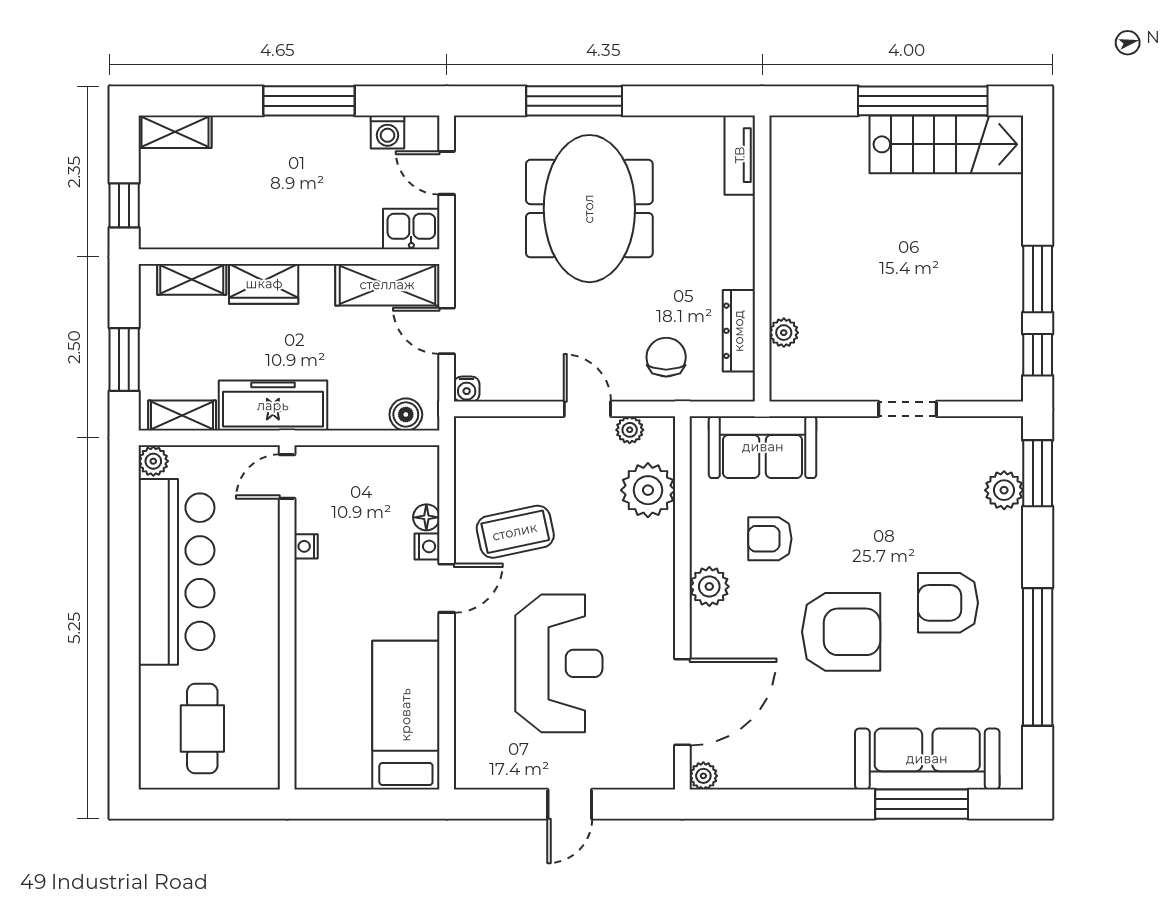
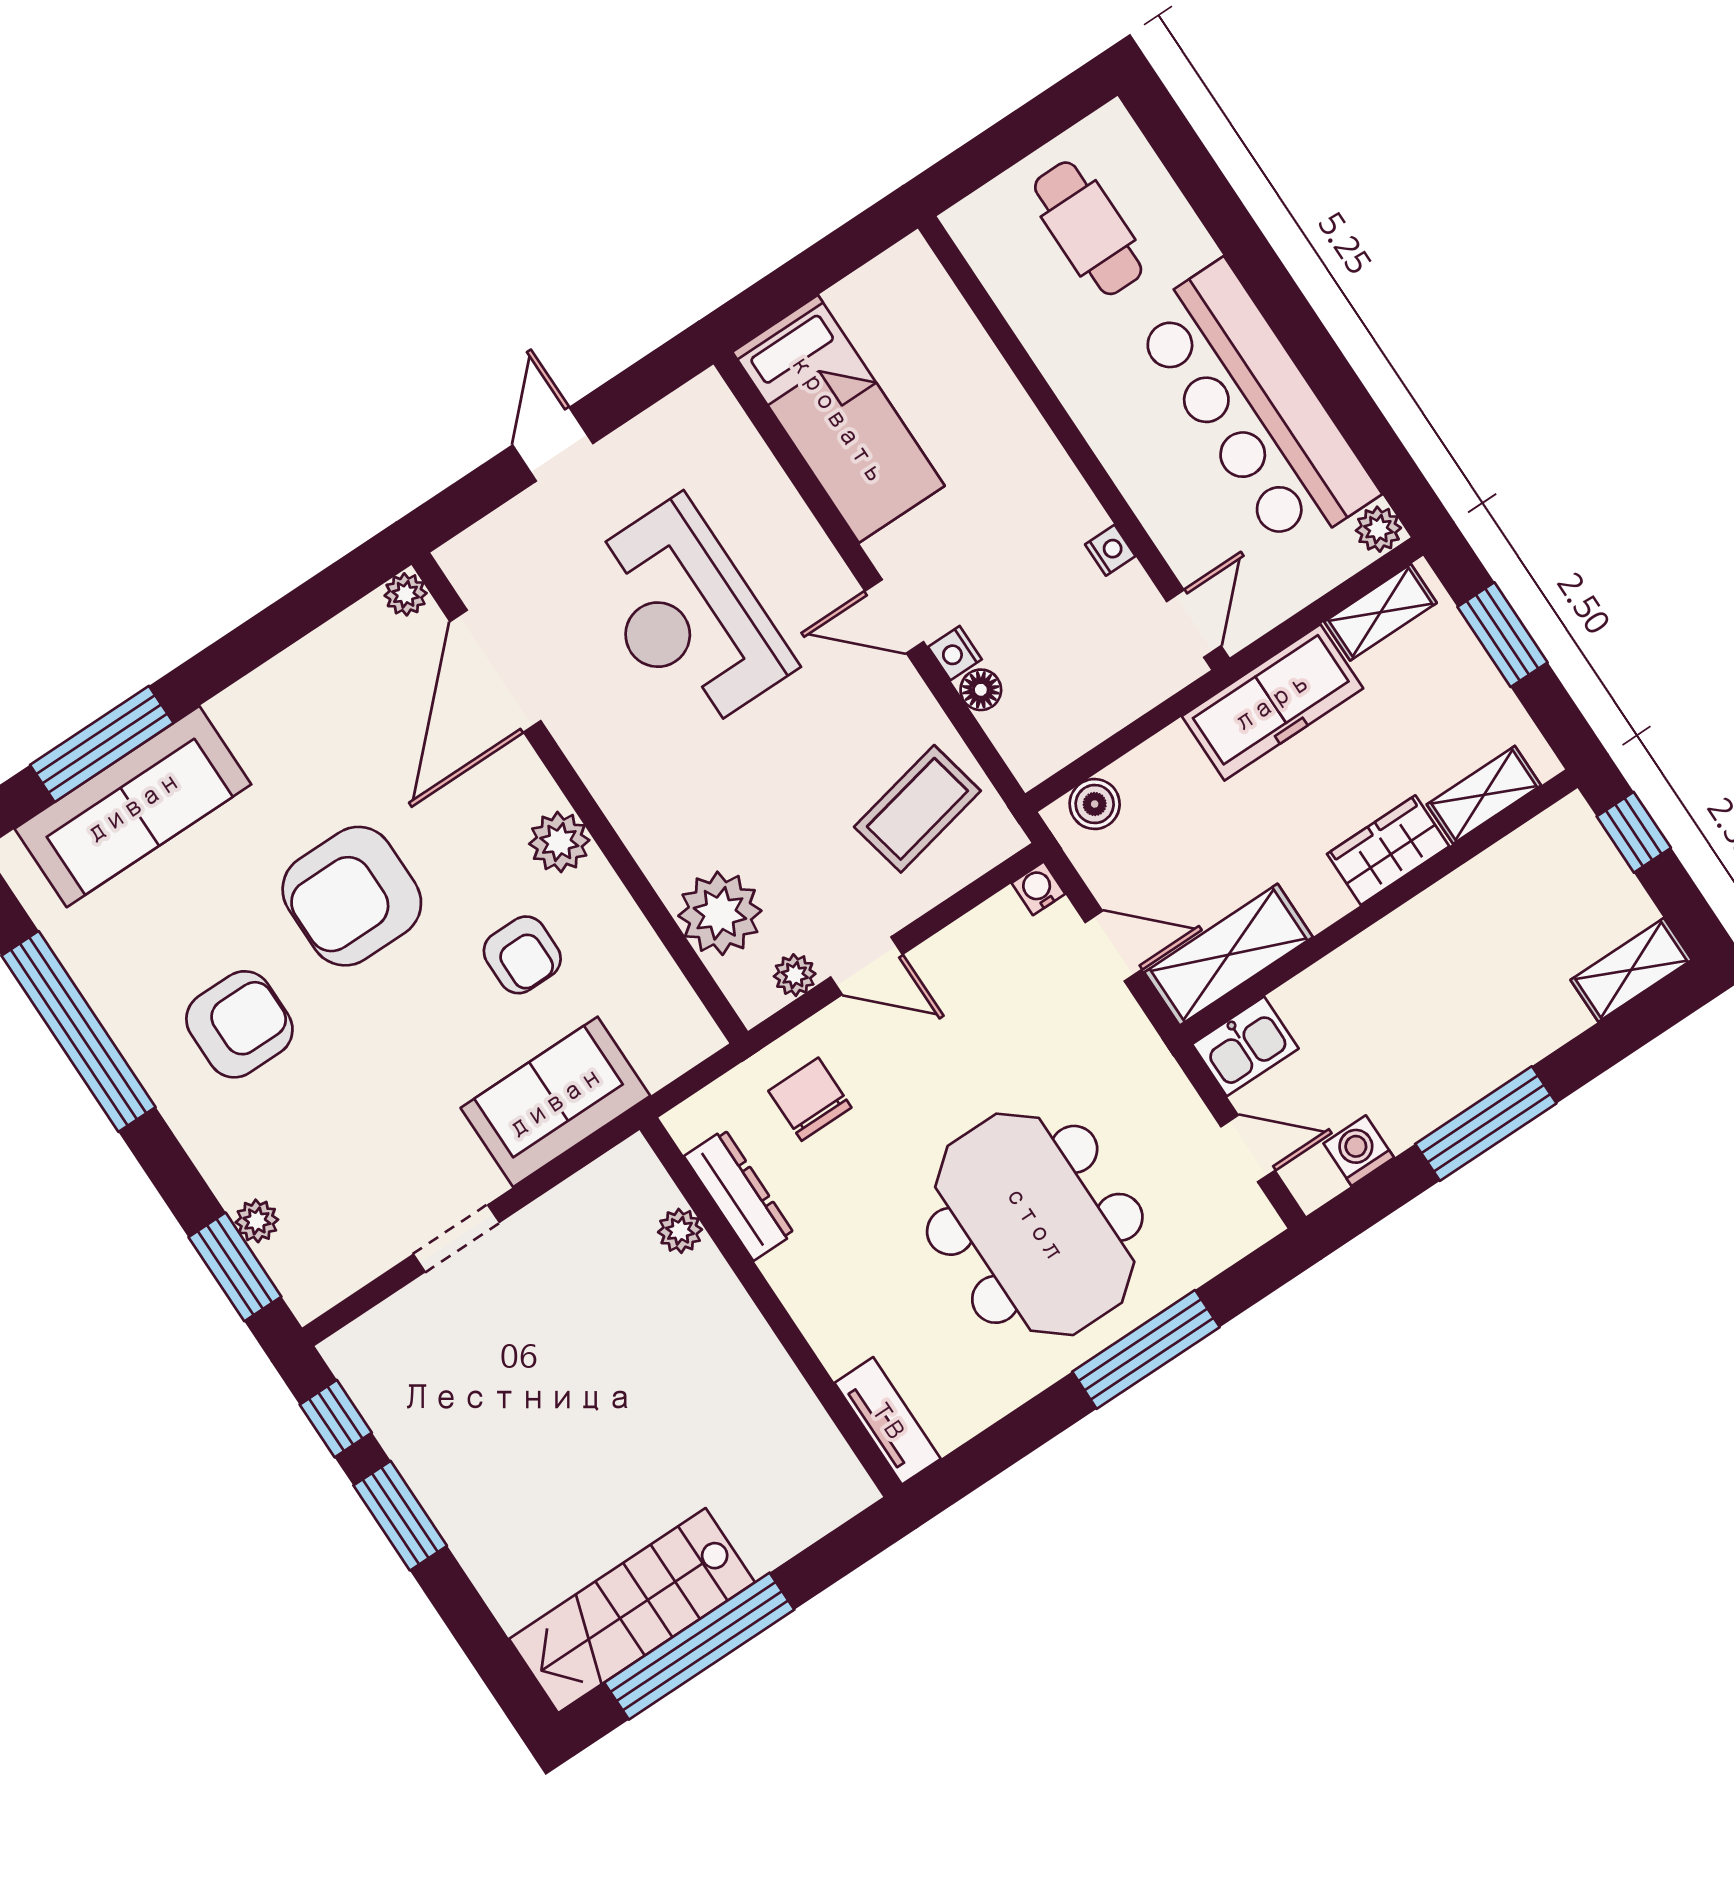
chair: (666, 357) -> (810, 1099), turned 180
sofa: (763, 447) -> (555, 1102), moved
plant: (1004, 490) -> (257, 1221), width x0.73, depth x0.73
coffee table: (515, 532) -> (917, 809), moved
armchair: (770, 539) -> (522, 955), turned 90
door: (447, 588) -> (894, 616), hinge flipped

